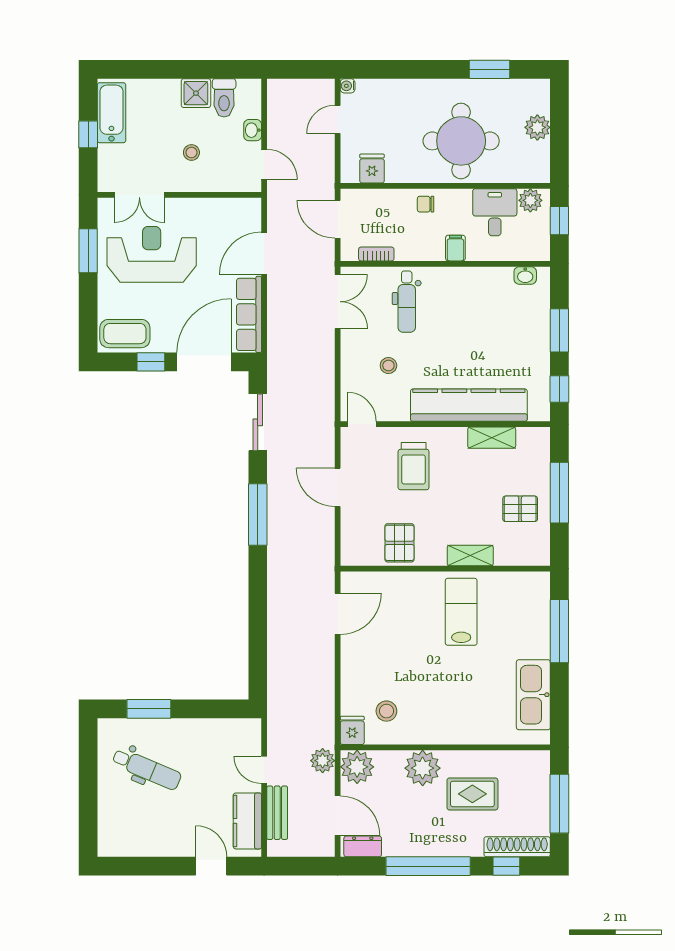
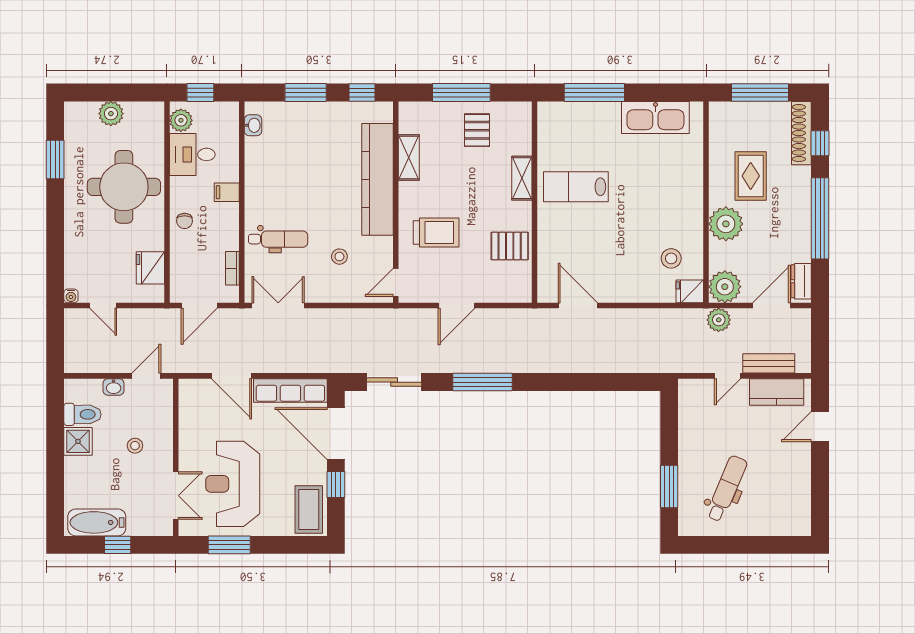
fridge: (372, 169) -> (150, 268), width x1.38

